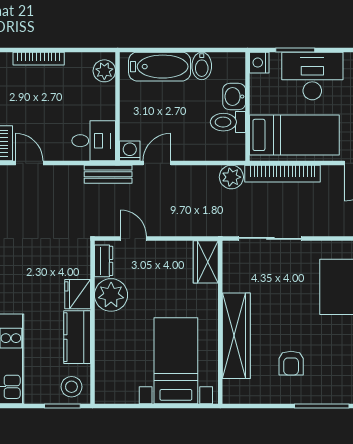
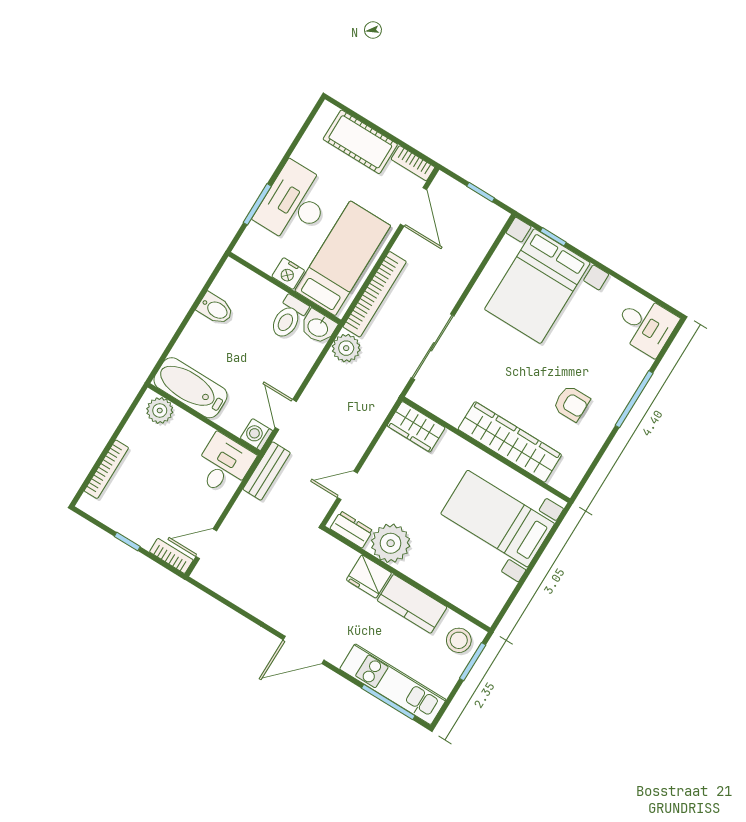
nightstand: (259, 63) -> (288, 274), moved
bathtub: (160, 67) -> (190, 388), moved, turned -90
washbasin: (234, 97) -> (318, 327), moved

